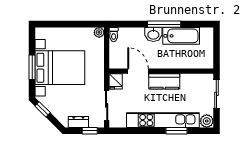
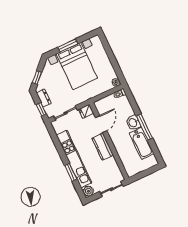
window: (43, 109) -> (37, 78), moved

